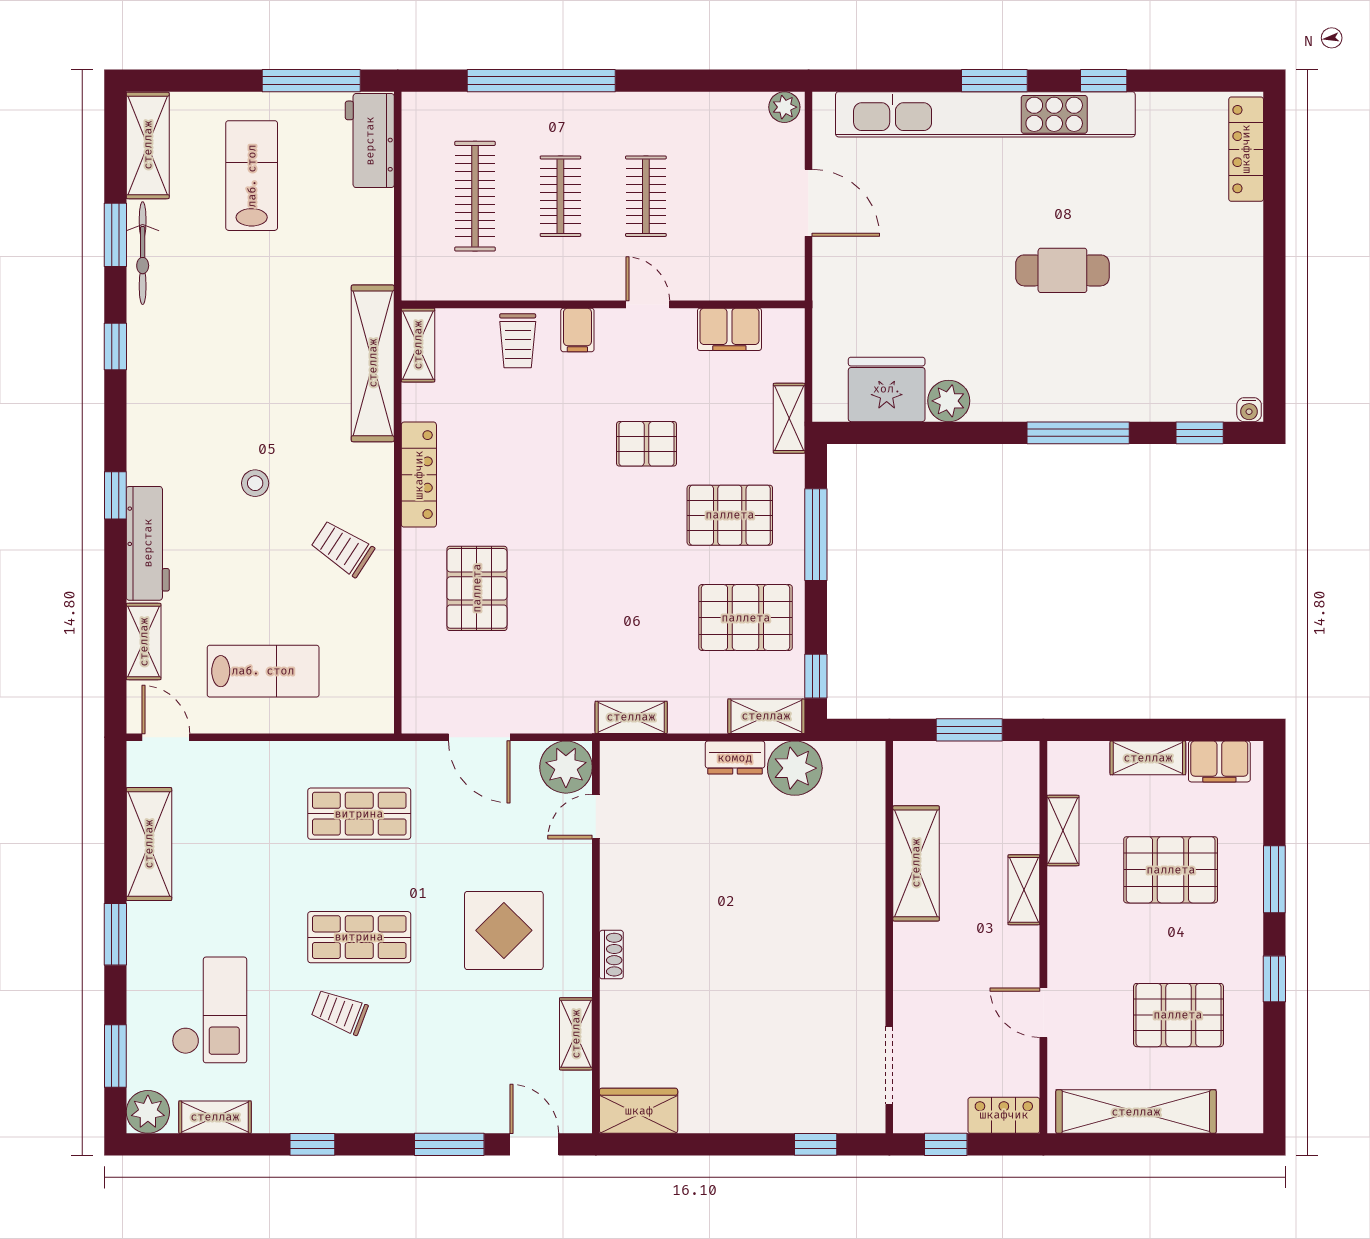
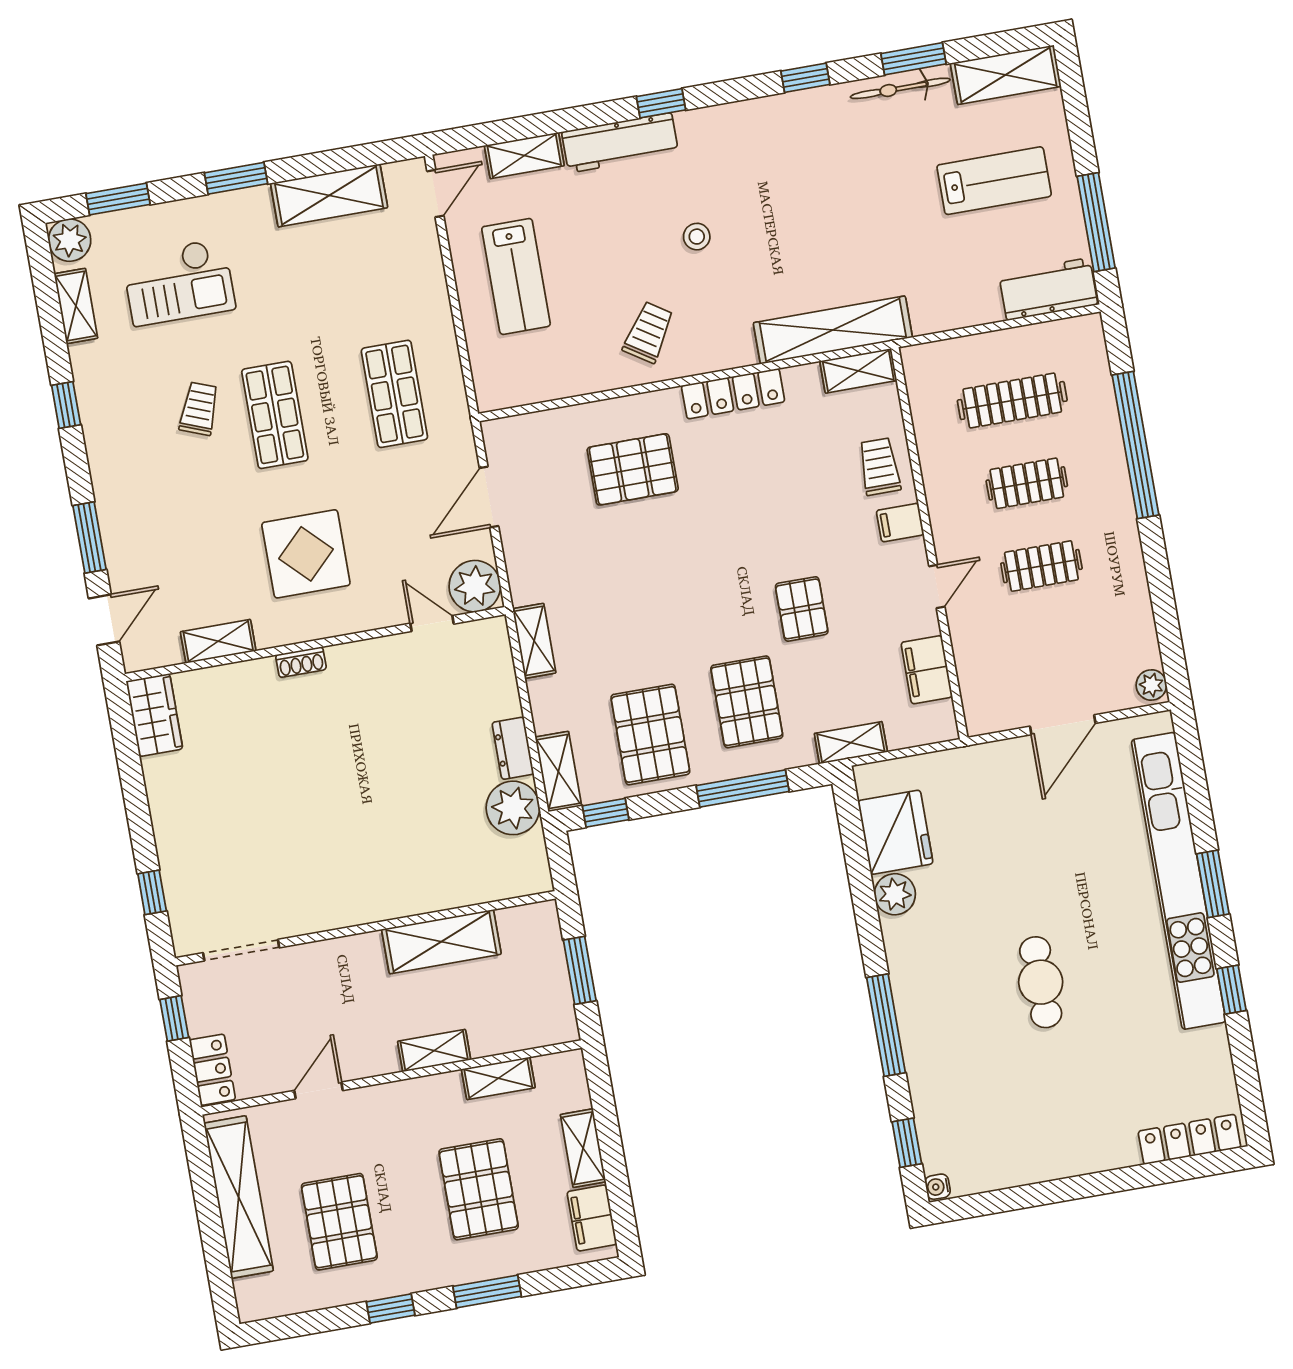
trolley: (518, 341) -> (879, 467), turned 90

